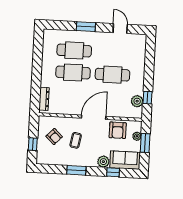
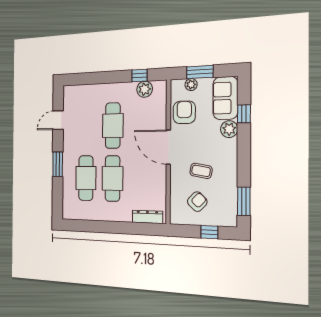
armchair: (118, 130) -> (184, 112), turned -90
window: (76, 170) -> (244, 201), moved

